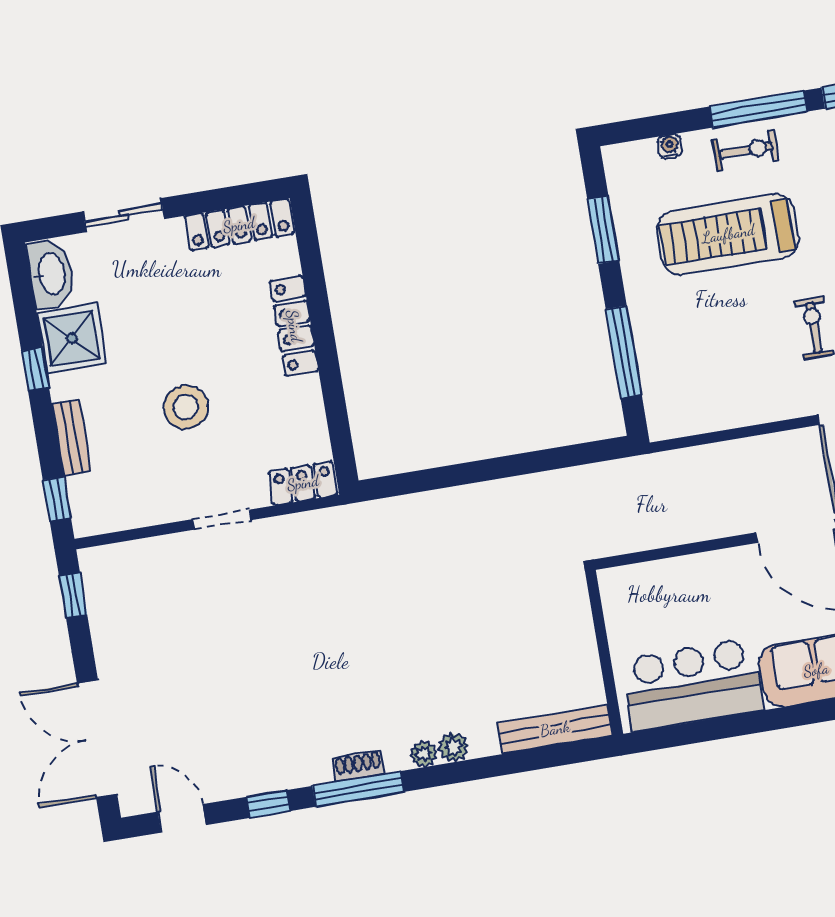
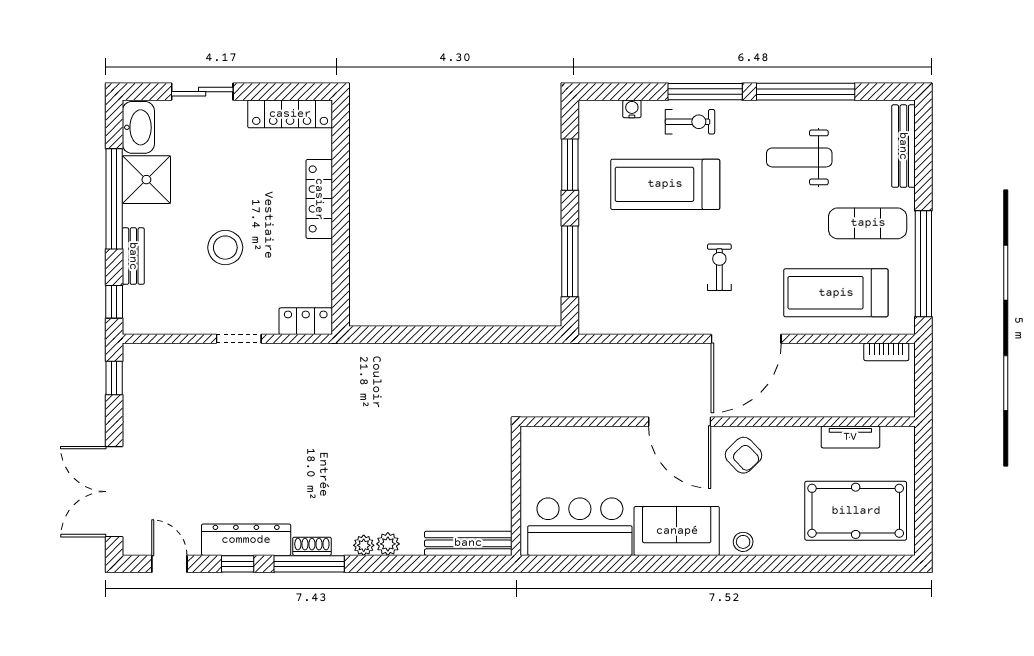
window: (35, 369) -> (114, 199), width x3.17
dresser: (274, 772) -> (246, 540), added

